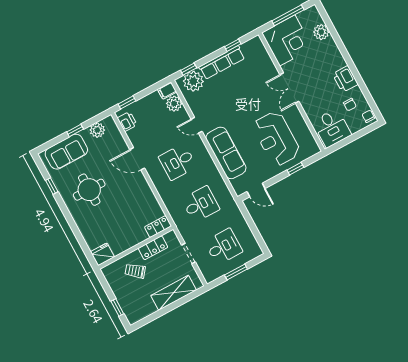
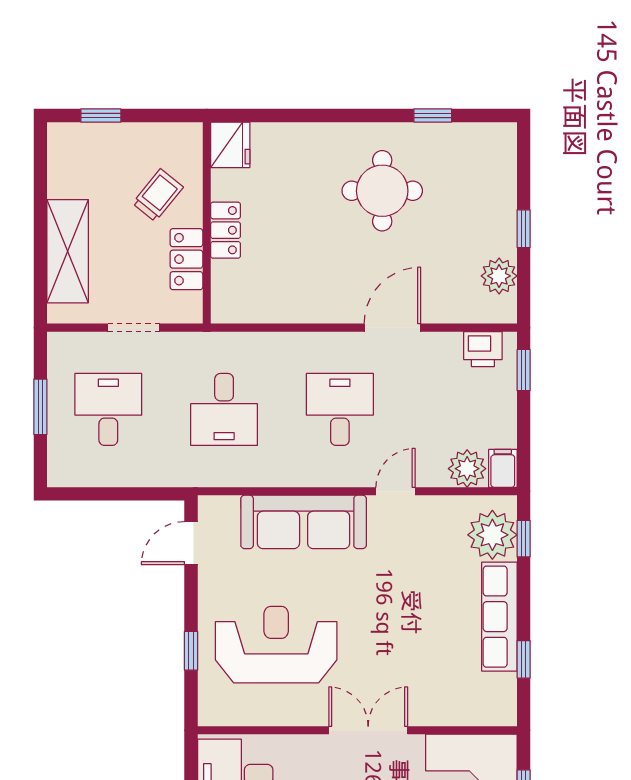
sofa: (66, 152) -> (489, 186), removed
locker: (158, 227) -> (226, 230), moved
desk: (223, 247) -> (108, 409), turned 180

